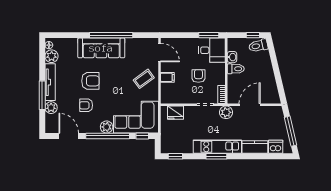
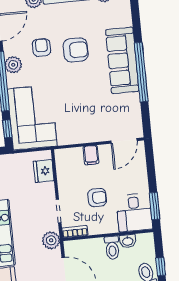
coffee table: (144, 79) -> (86, 123), removed
armchair: (90, 81) -> (76, 50), turned -90
plant: (107, 127) -> (13, 65), moved

